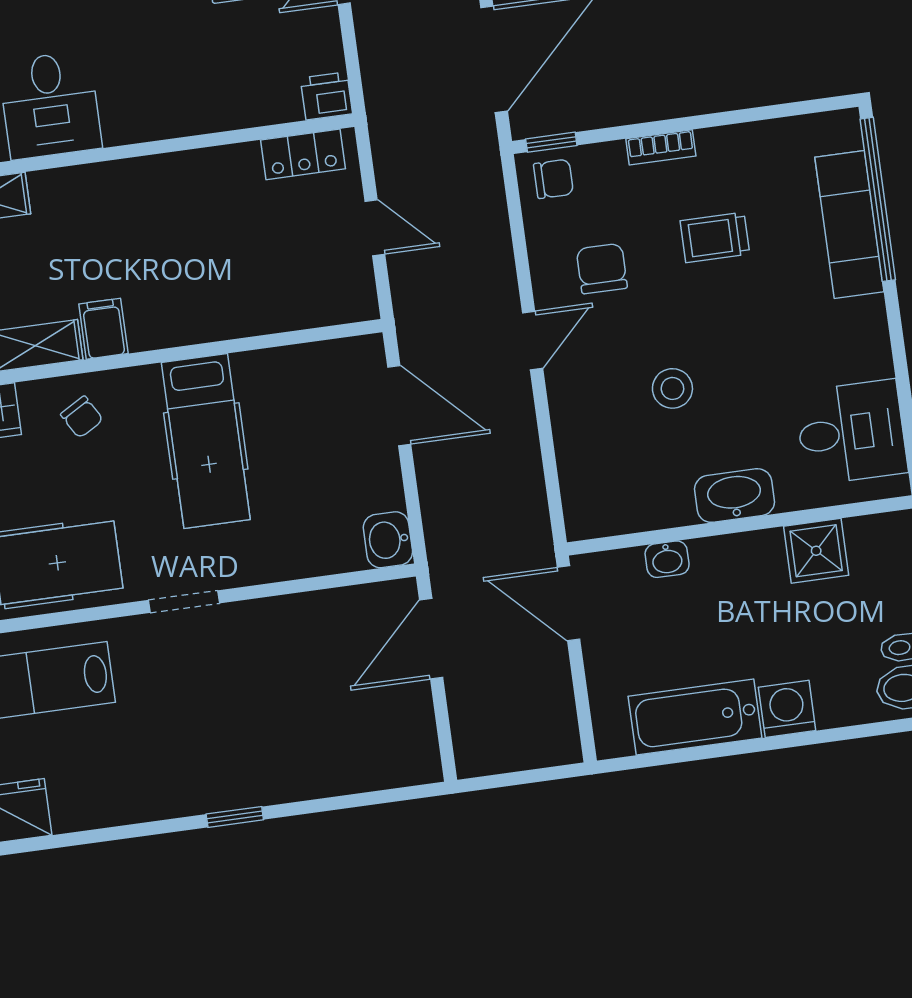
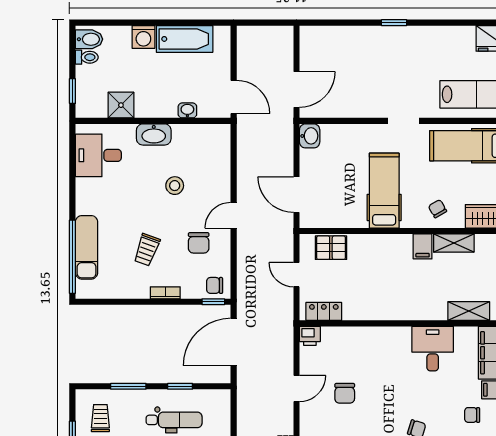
trolley: (715, 237) -> (147, 250), turned 110
pallet: (306, 298) -> (331, 248), added

